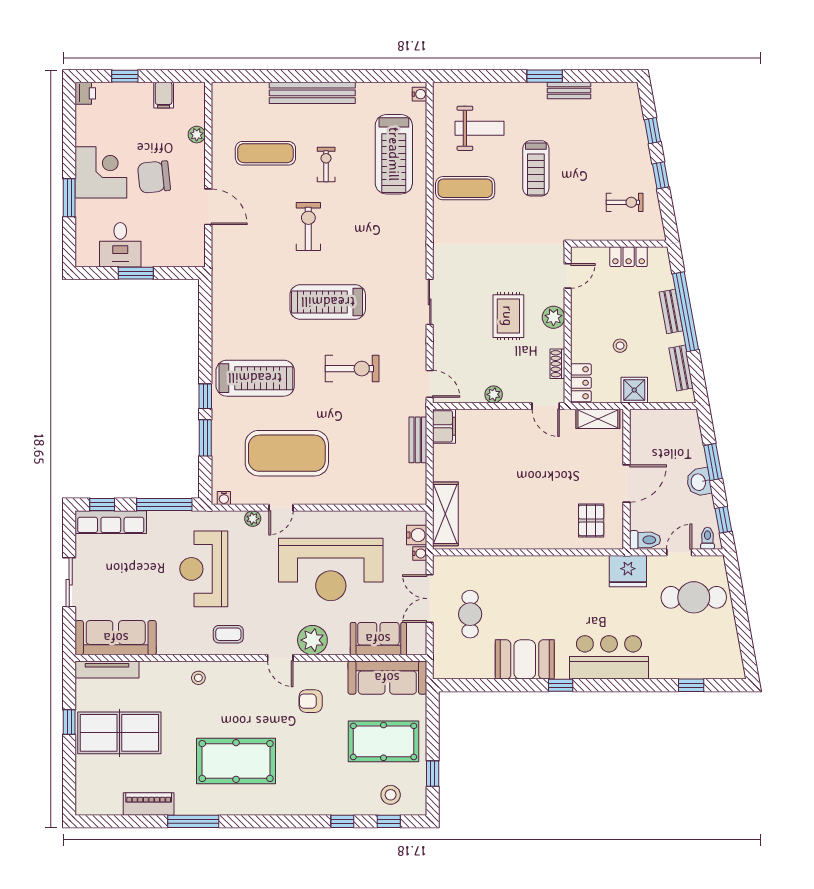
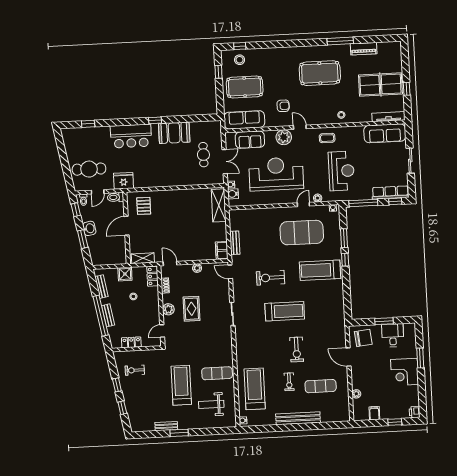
treadmill: (536, 168) -> (181, 385), width x1.37, depth x1.38
chair: (154, 177) -> (363, 338), moved
window: (342, 821) -> (264, 45), removed

